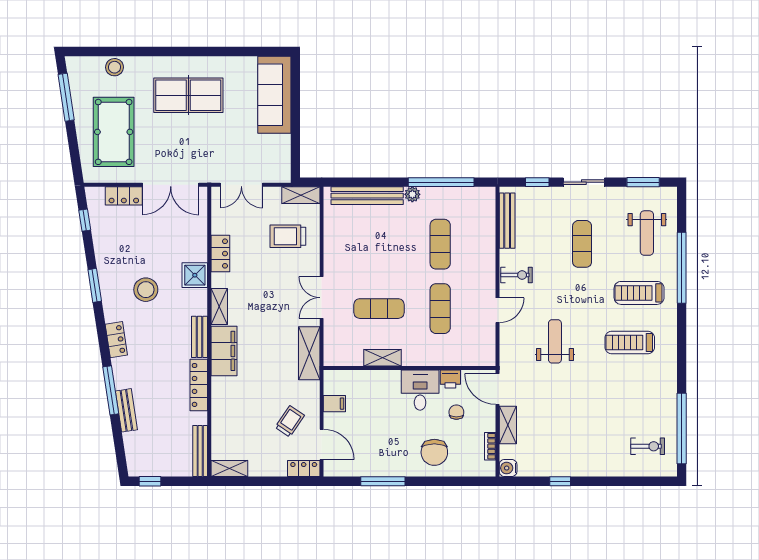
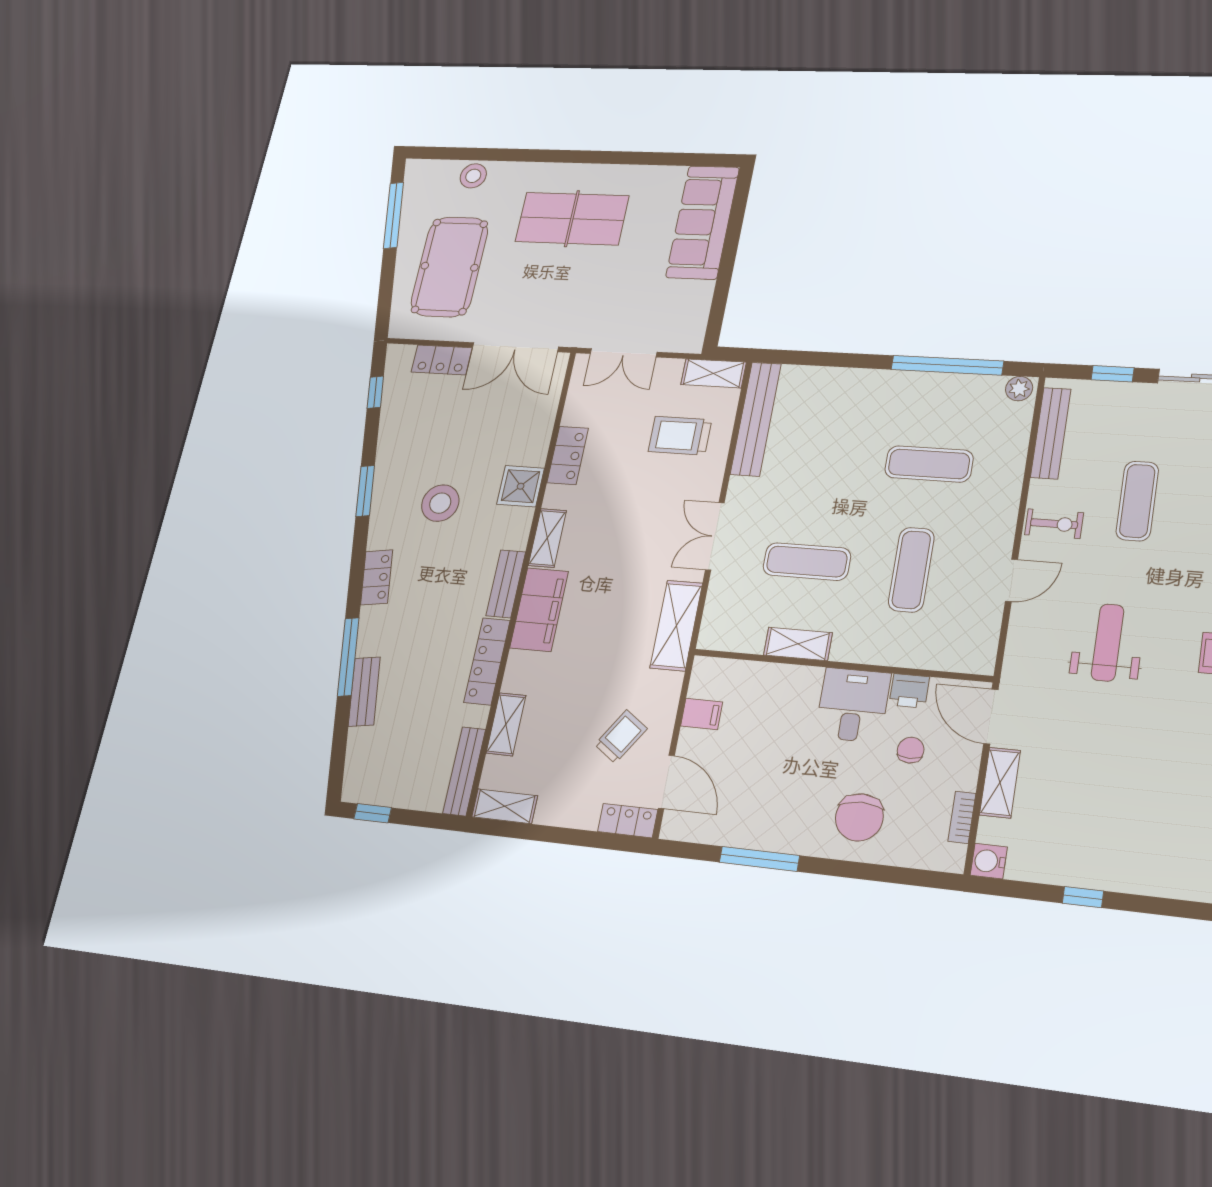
plant: (412, 194) -> (1019, 389), moved
bench: (367, 196) -> (756, 419), moved, turned 90
exercise mat: (440, 244) -> (929, 464), turned 90
exercise mat: (582, 244) -> (1137, 501), moved
shelving: (219, 421) -> (506, 724), added

